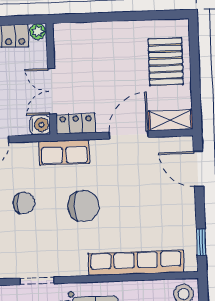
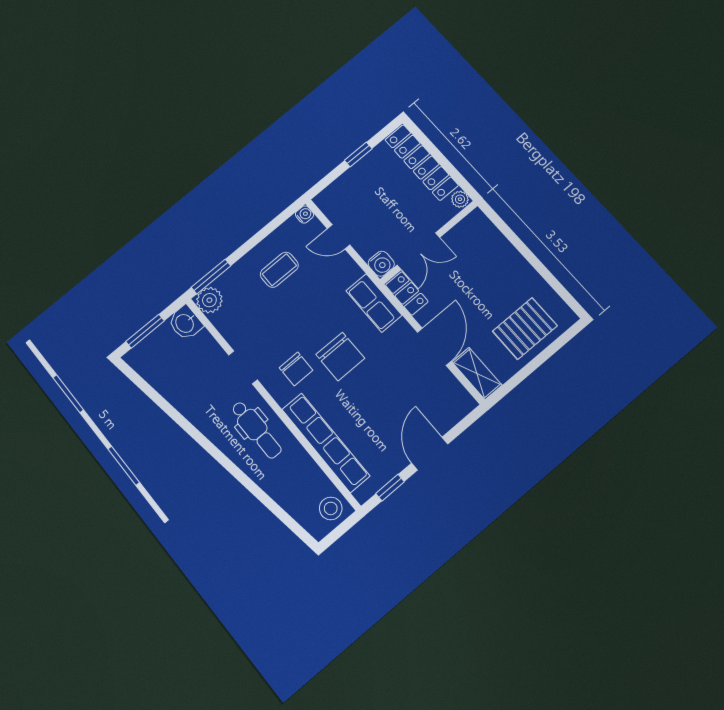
double door: (52, 91) -> (418, 251), swing flipped
door: (129, 135) -> (434, 347), hinge flipped
door: (199, 169) -> (430, 454), moved
chair: (24, 203) -> (296, 369), moved

